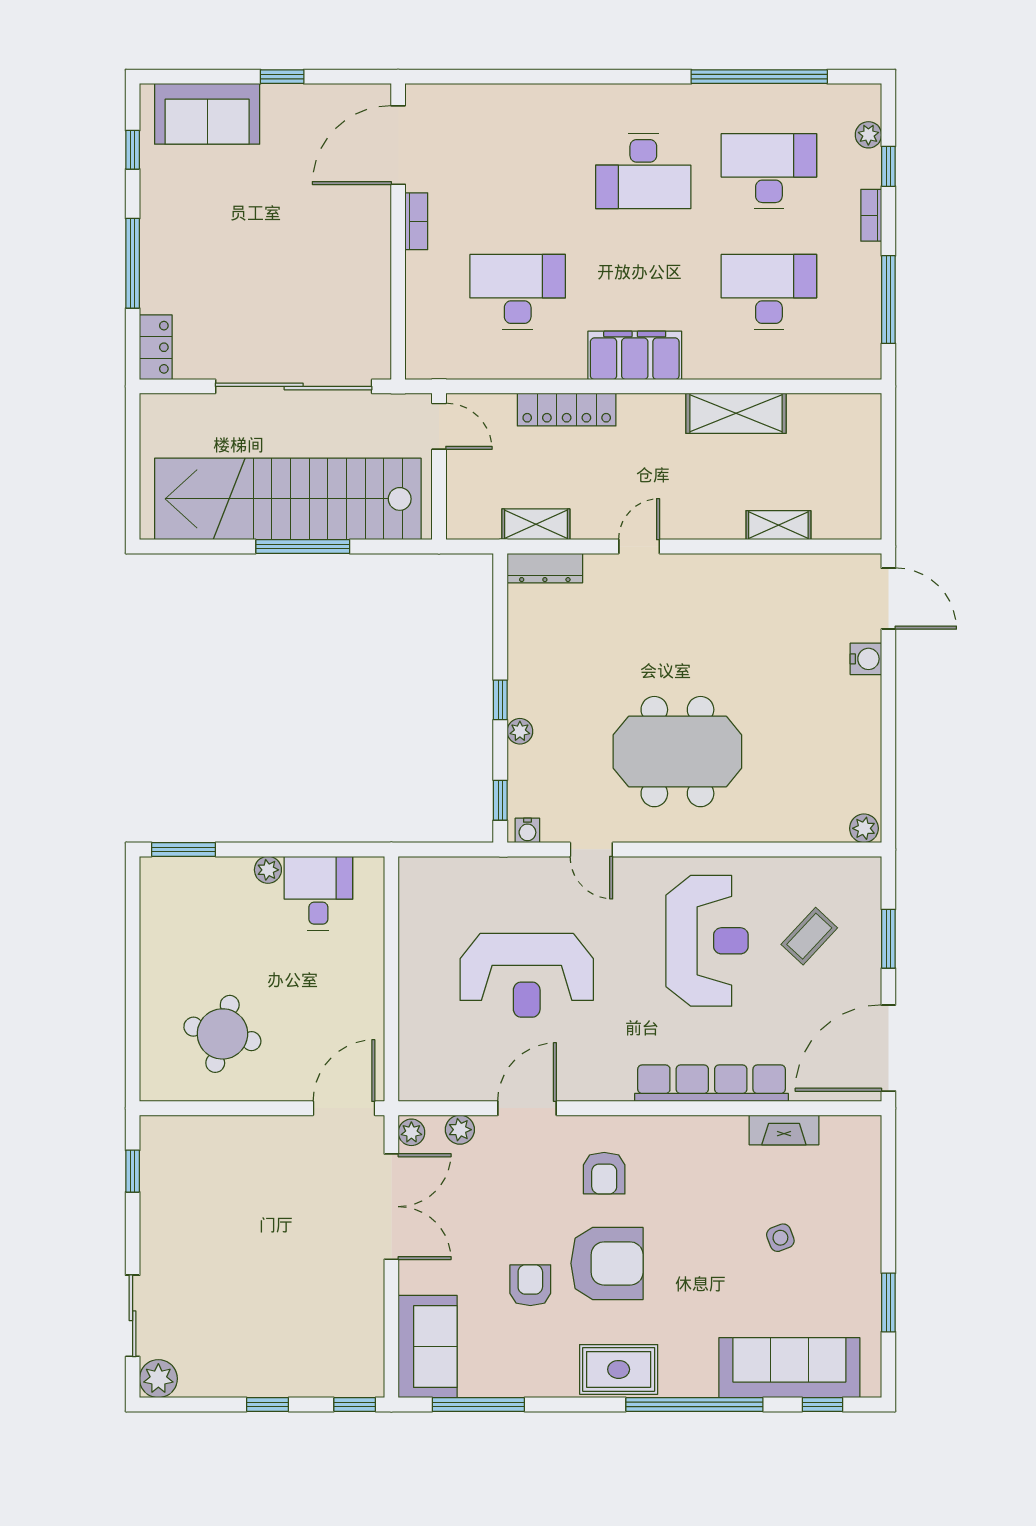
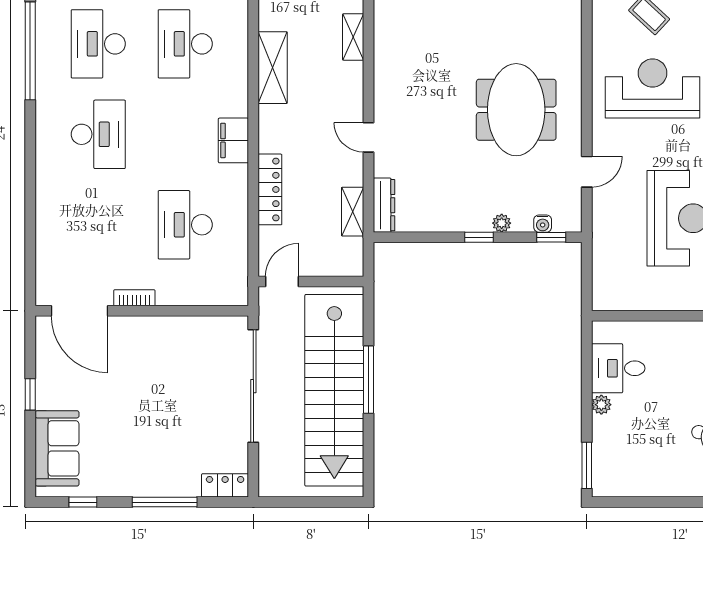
filing cabinet: (635, 355) -> (233, 140), width x0.67, depth x0.86
water cooler: (527, 830) -> (543, 224), moved, turned 90

